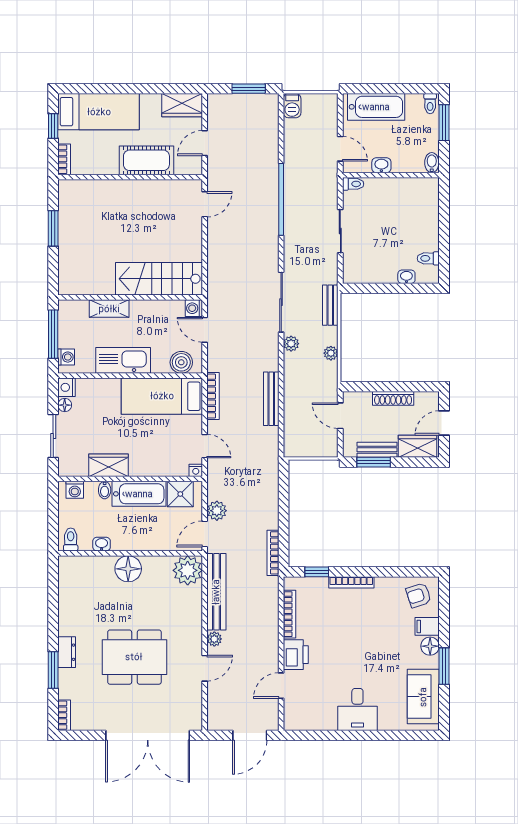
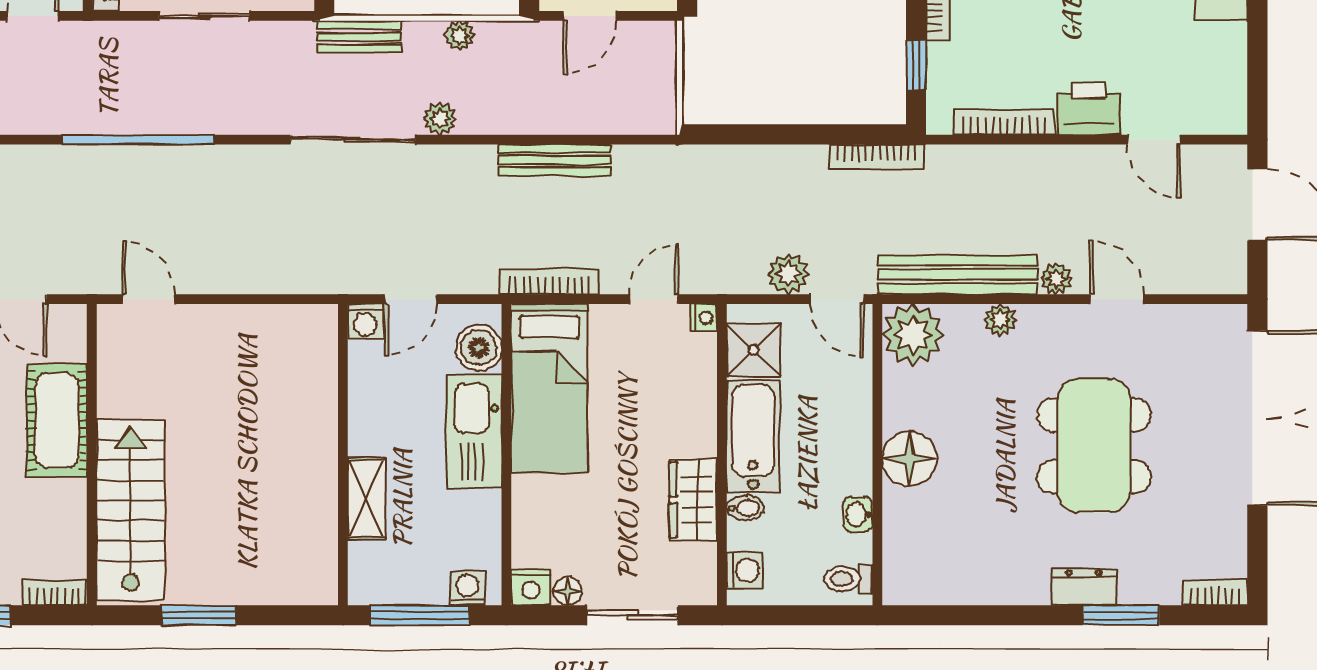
stairs: (159, 279) -> (131, 510), moved, turned 180
kitchen sink: (123, 360) -> (474, 431), moved
plant: (195, 612) -> (1000, 320), added

